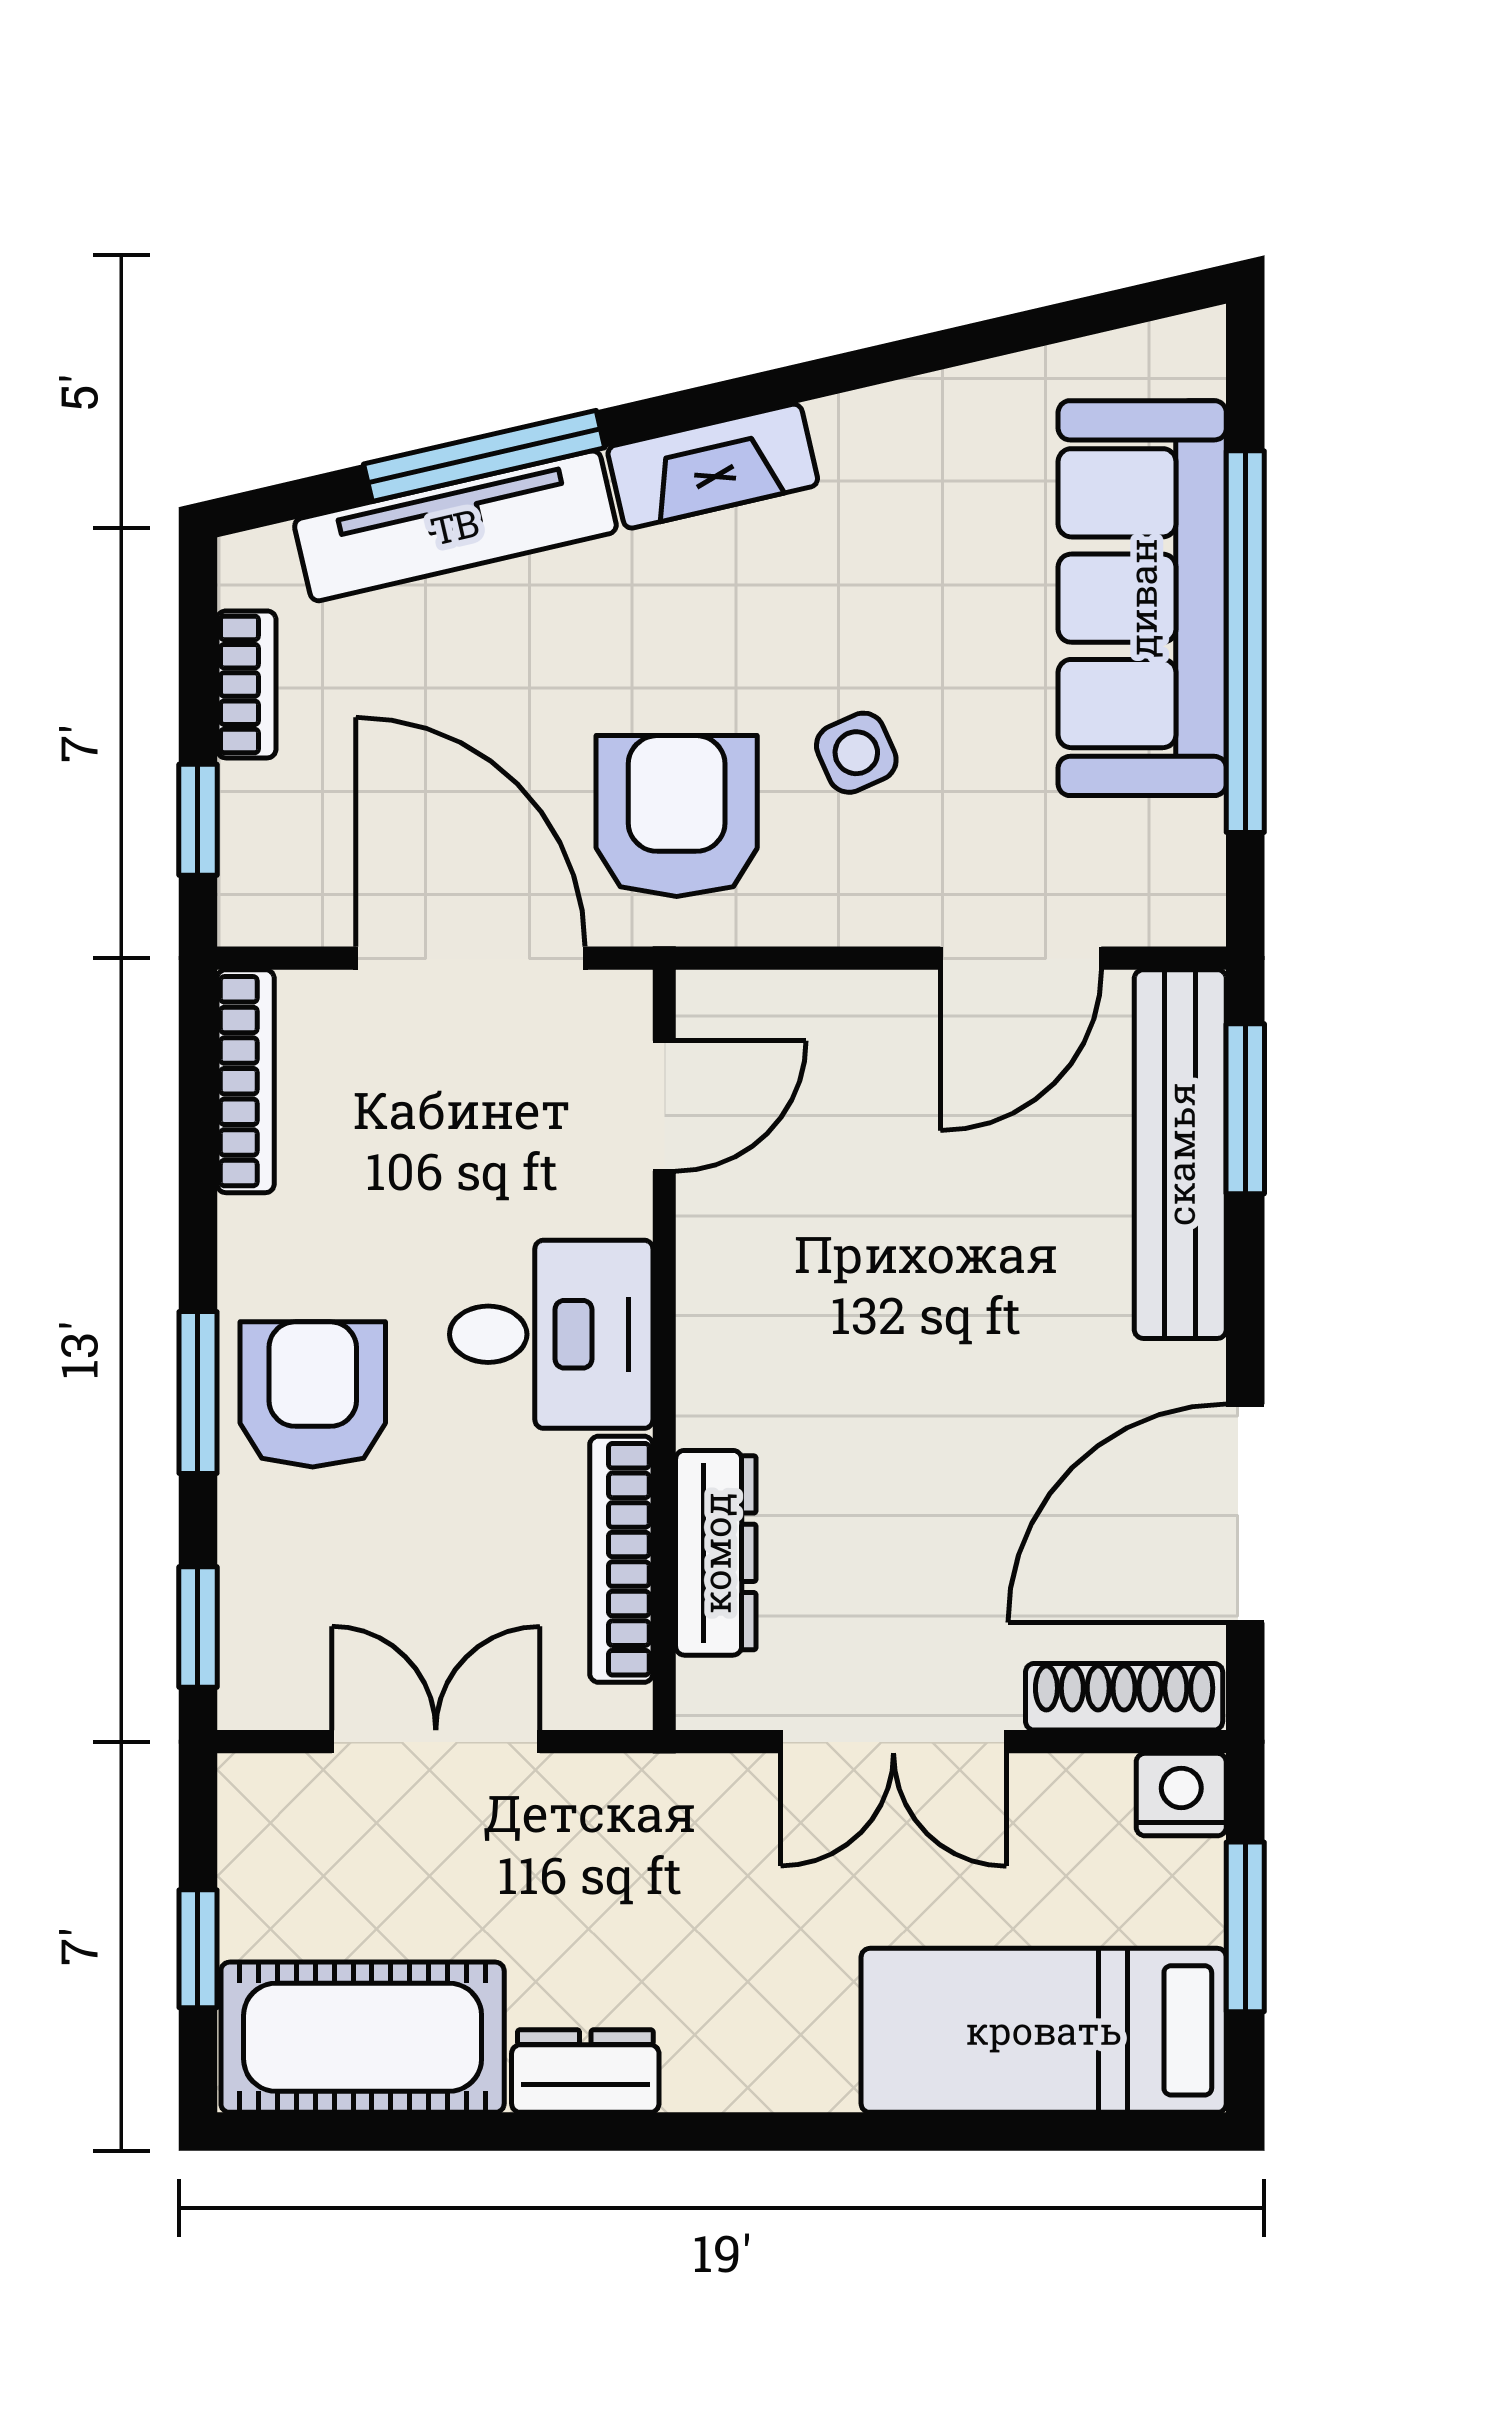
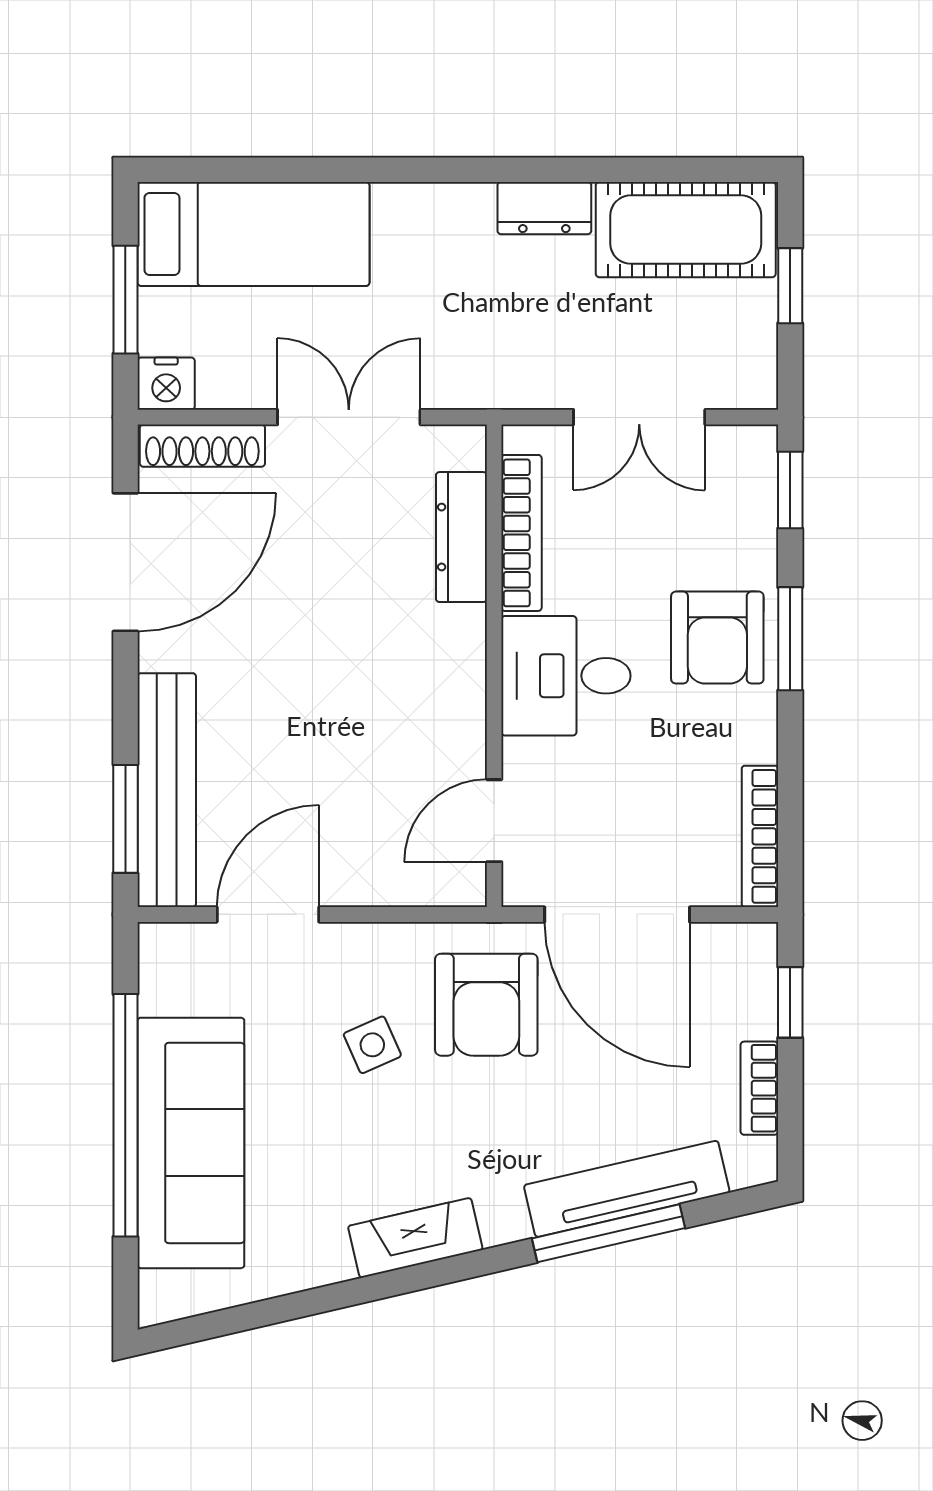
fireplace: (713, 466) -> (415, 1238), moved

